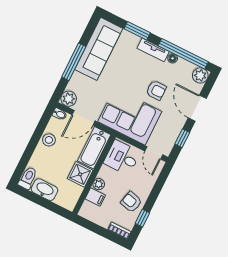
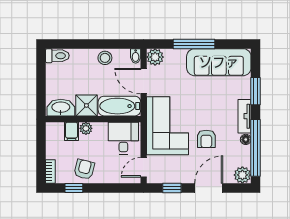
washbasin: (44, 190) -> (61, 108), moved, turned -90

